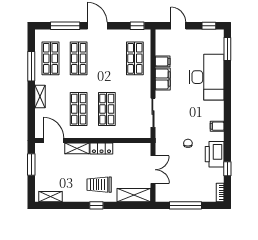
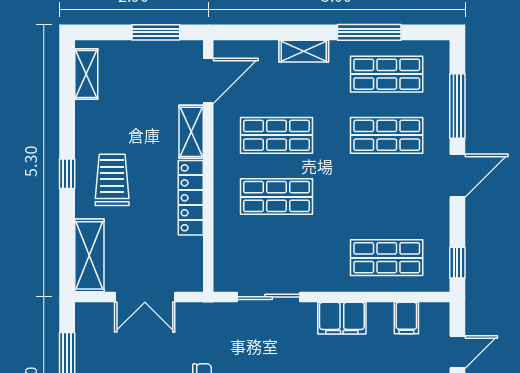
filing cabinet: (163, 61) -> (406, 318), moved
locker: (101, 148) -> (191, 198), width x1.53

